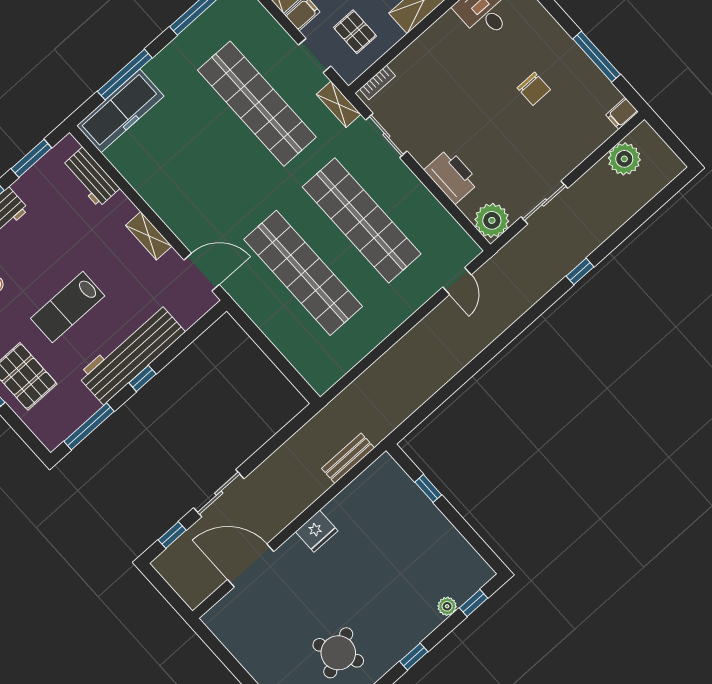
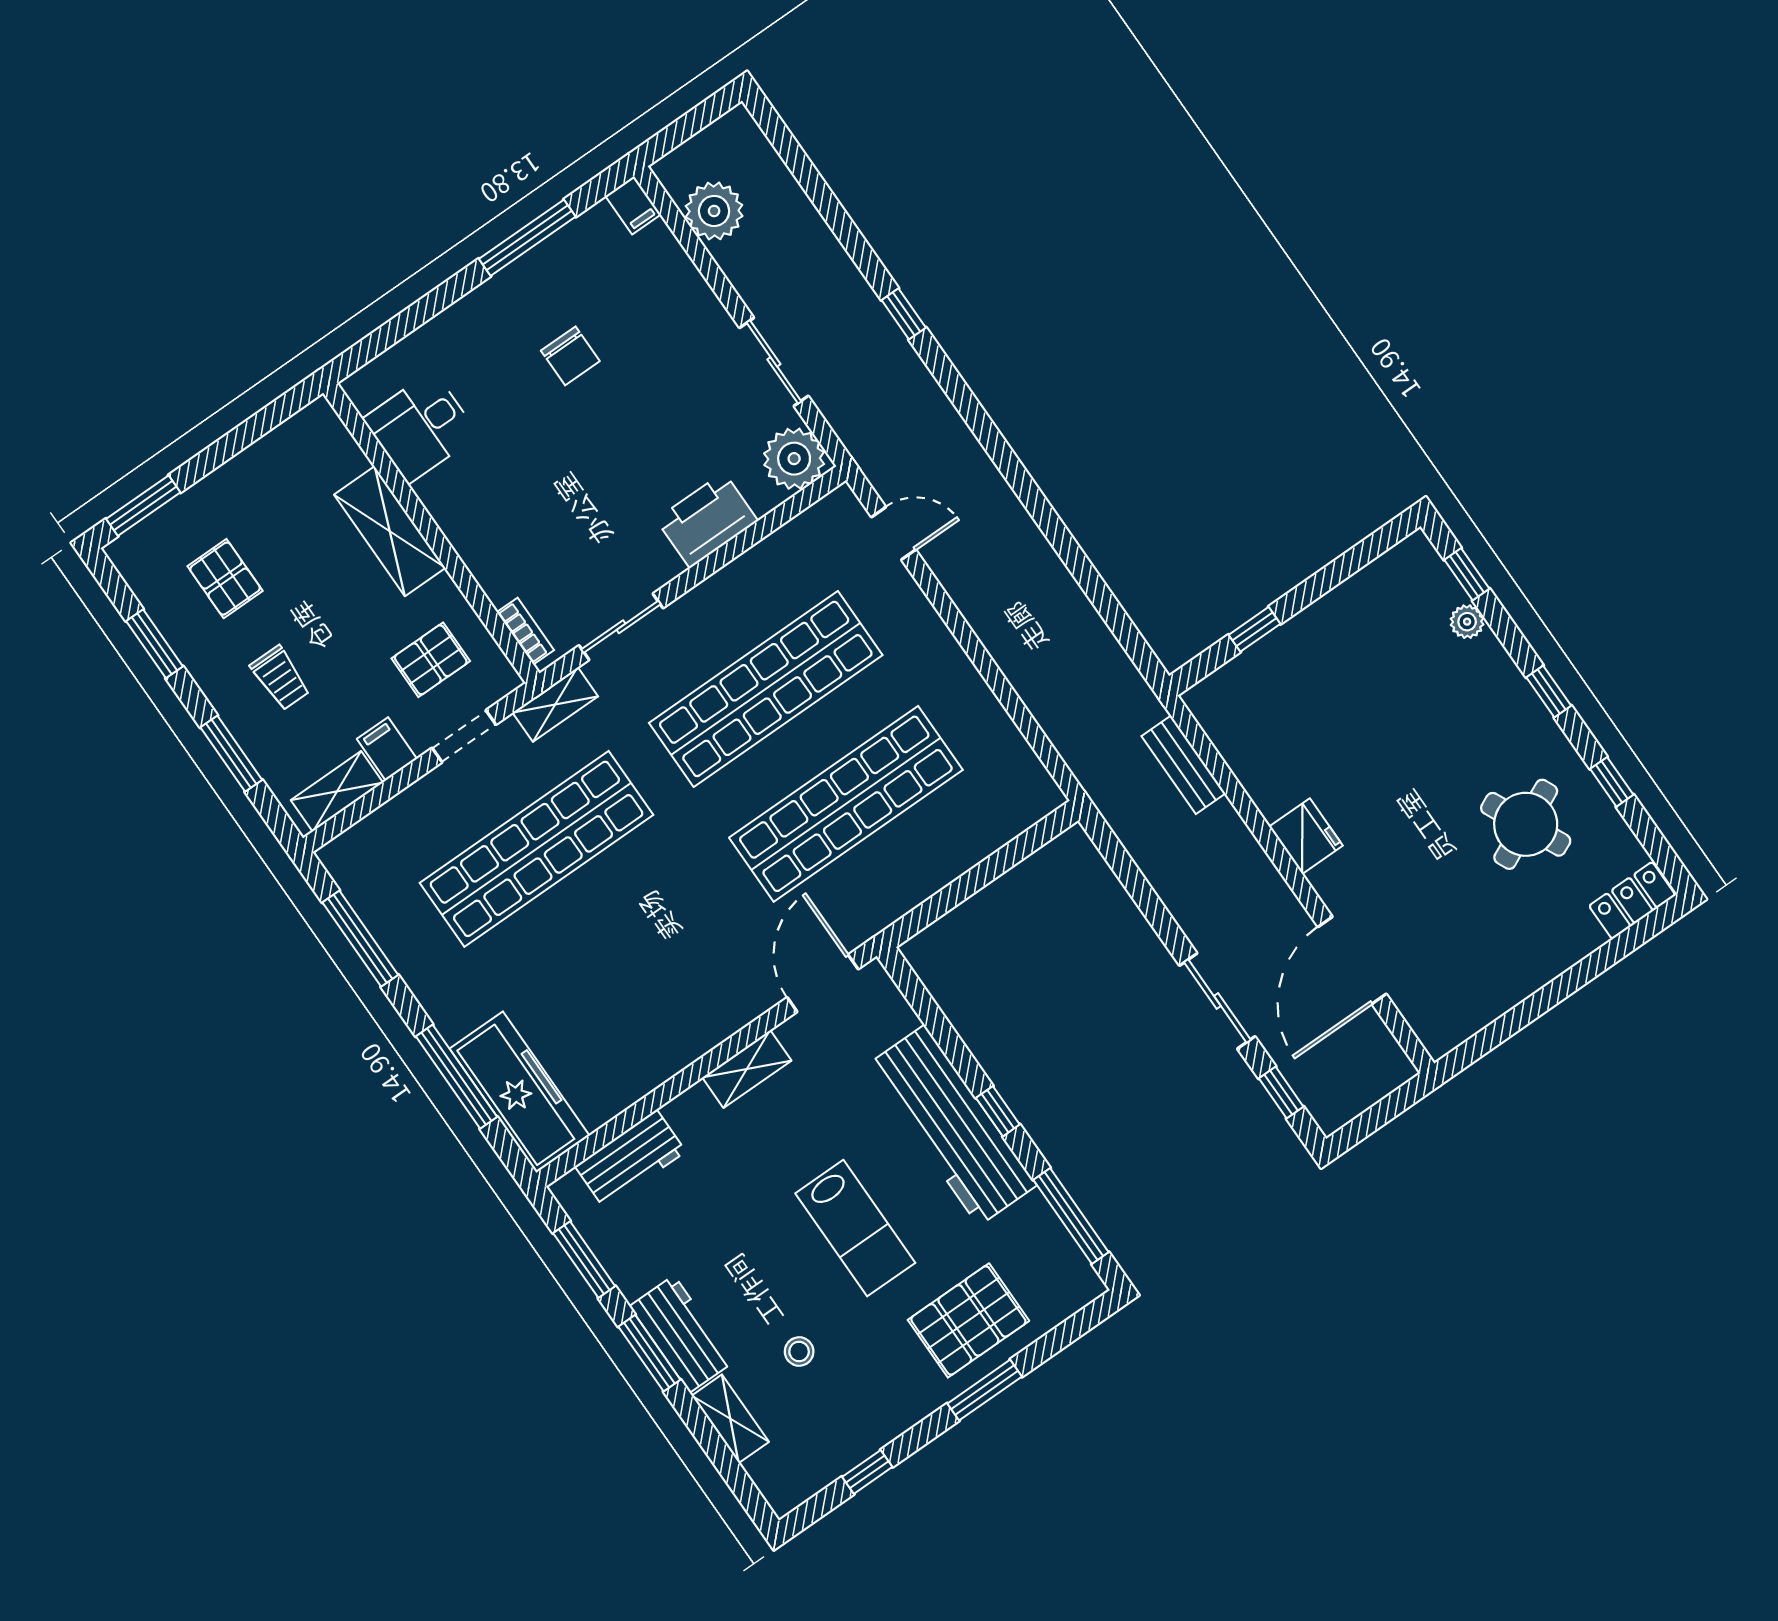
chair: (534, 89) -> (570, 356), turned 90

